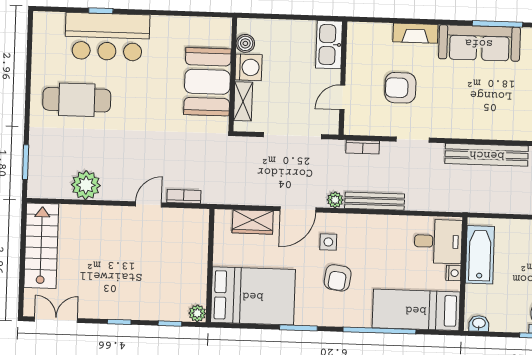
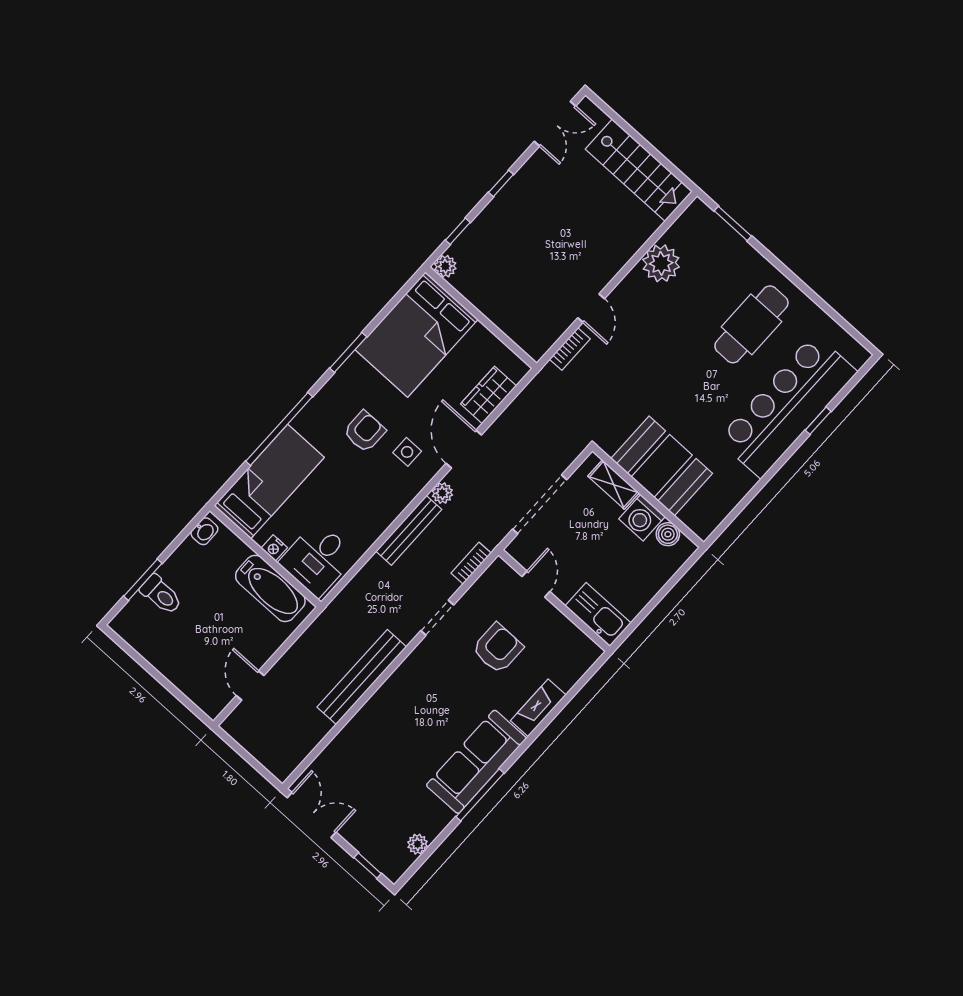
bar counter: (107, 37) -> (788, 406), width x1.36
armchair: (338, 278) -> (365, 431), turned 82

